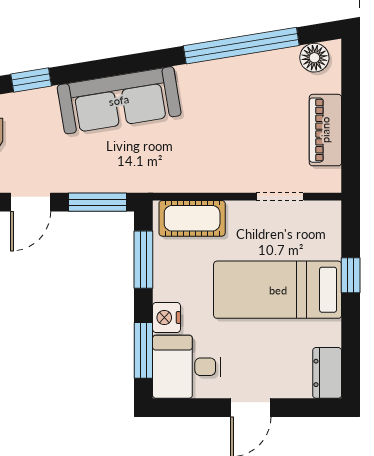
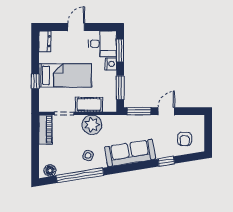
side table: (222, 94) -> (88, 156), added
piano: (325, 130) -> (46, 130), moved
plant: (212, 169) -> (92, 125), added
cot: (192, 218) -> (89, 105), moved

